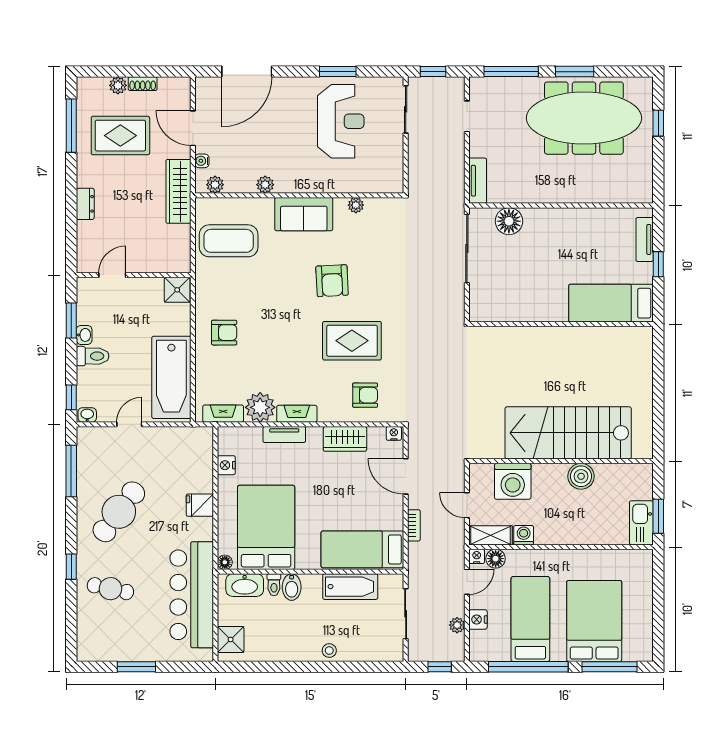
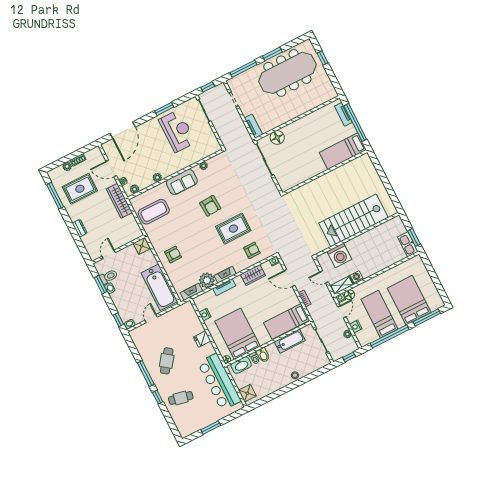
window: (658, 264) -> (355, 122), width x3.17
toilet: (93, 356) -> (109, 277), moved
window: (71, 471) -> (146, 374), moved
boiler: (581, 476) -> (369, 237), removed
cafe table: (119, 512) -> (167, 361), width x0.73, depth x0.74

